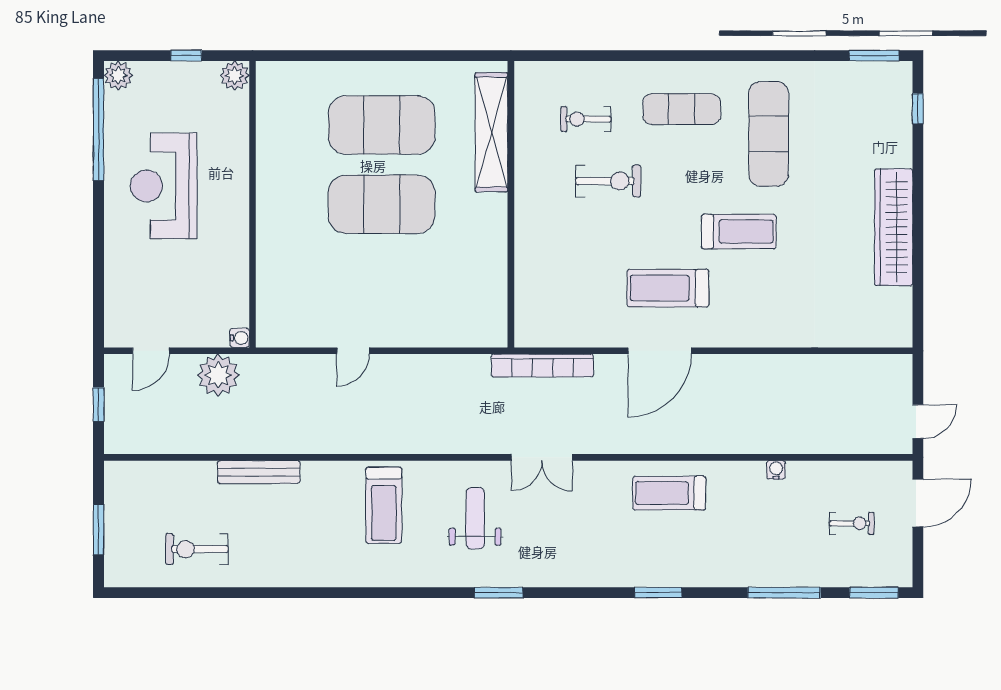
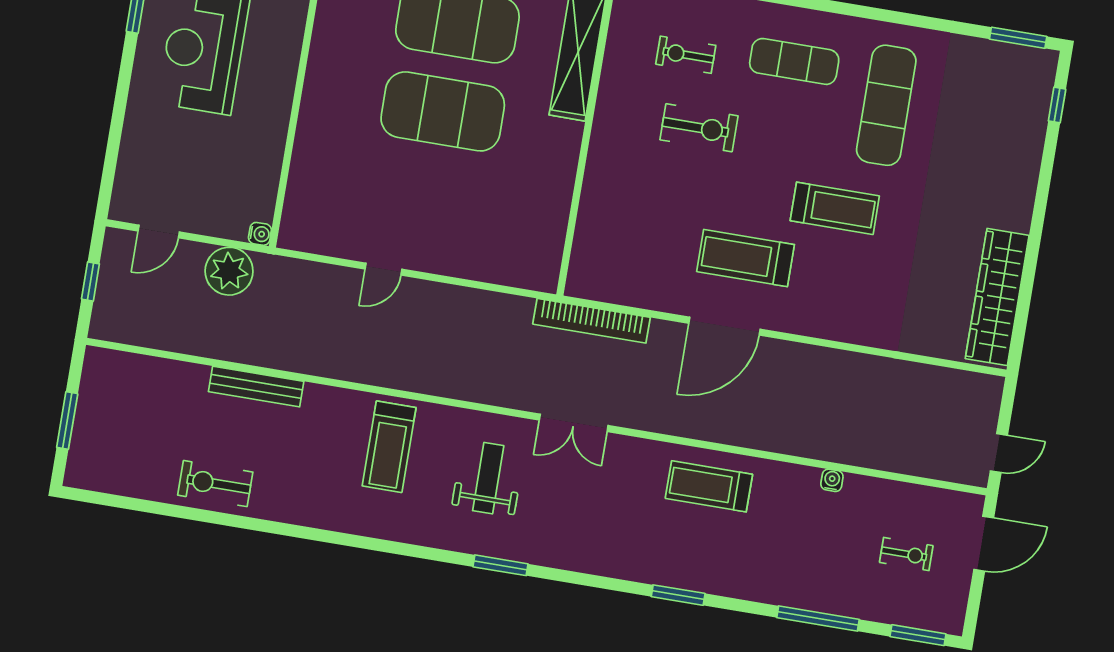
wardrobe: (894, 227) -> (997, 297), moved
exercise bike: (197, 549) -> (215, 484), moved

